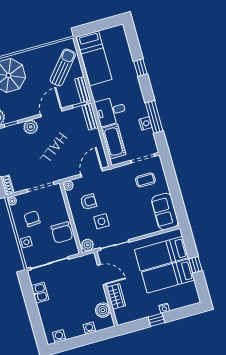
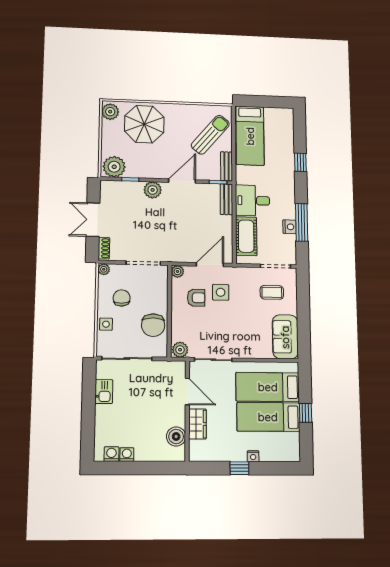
side table: (101, 221) -> (221, 292), moved
washing machine: (89, 328) -> (127, 455), moved

